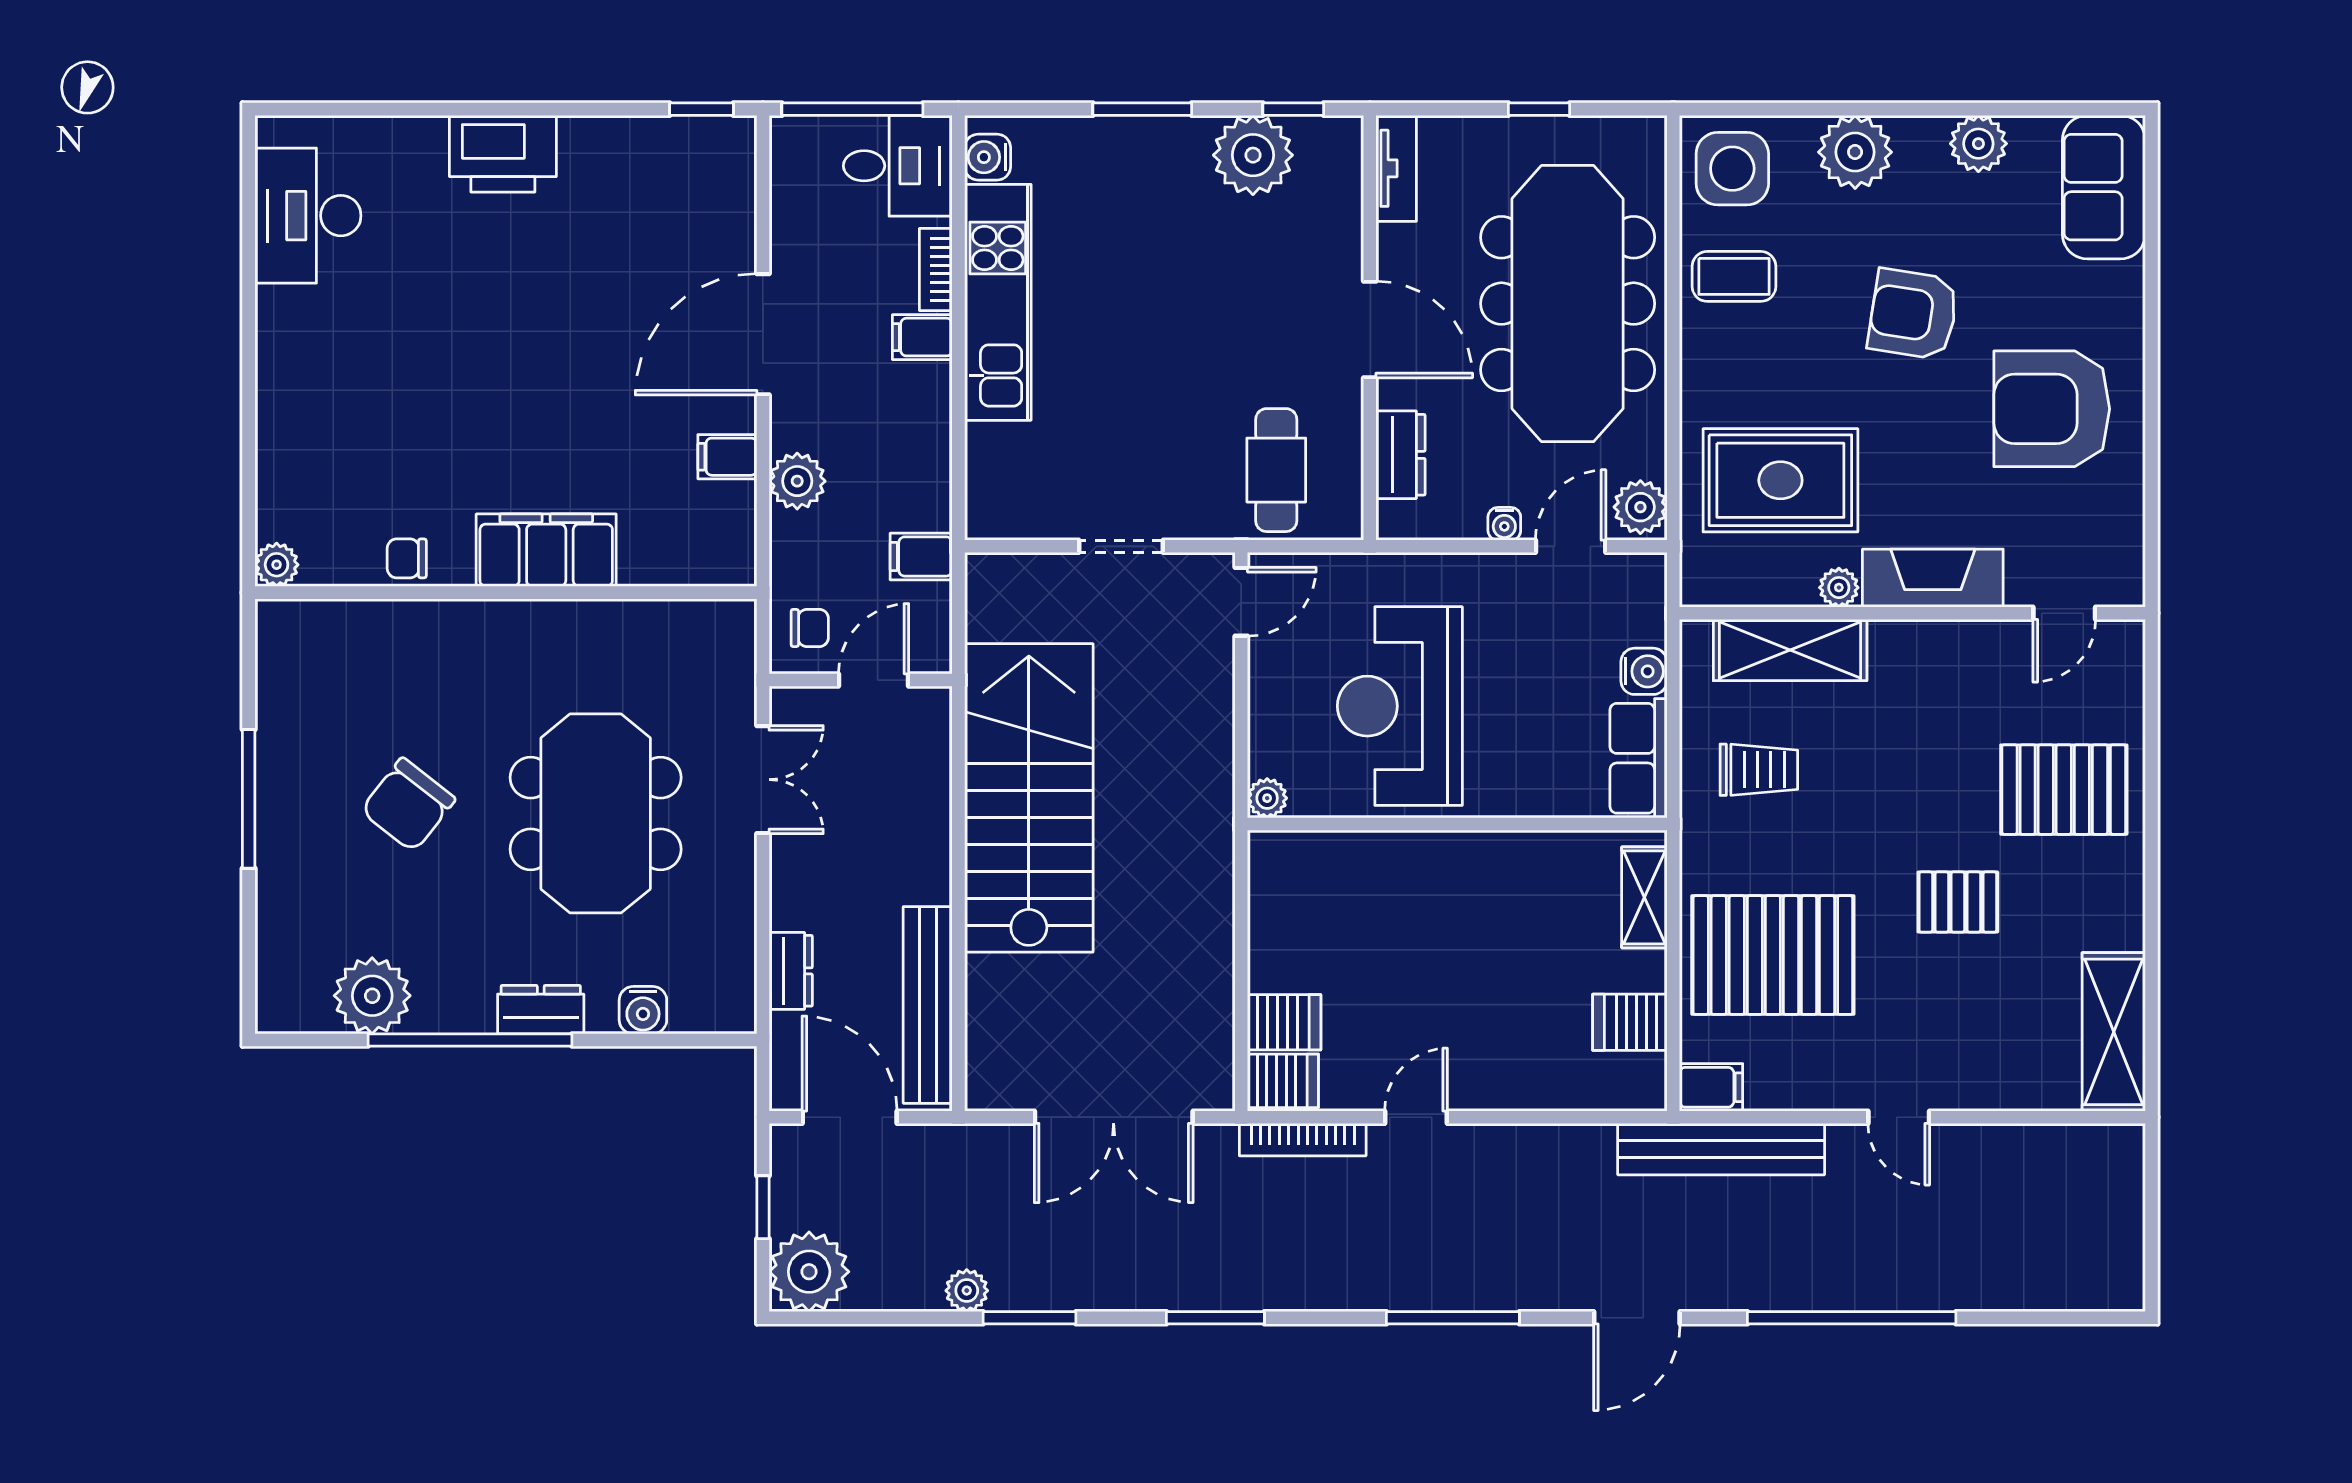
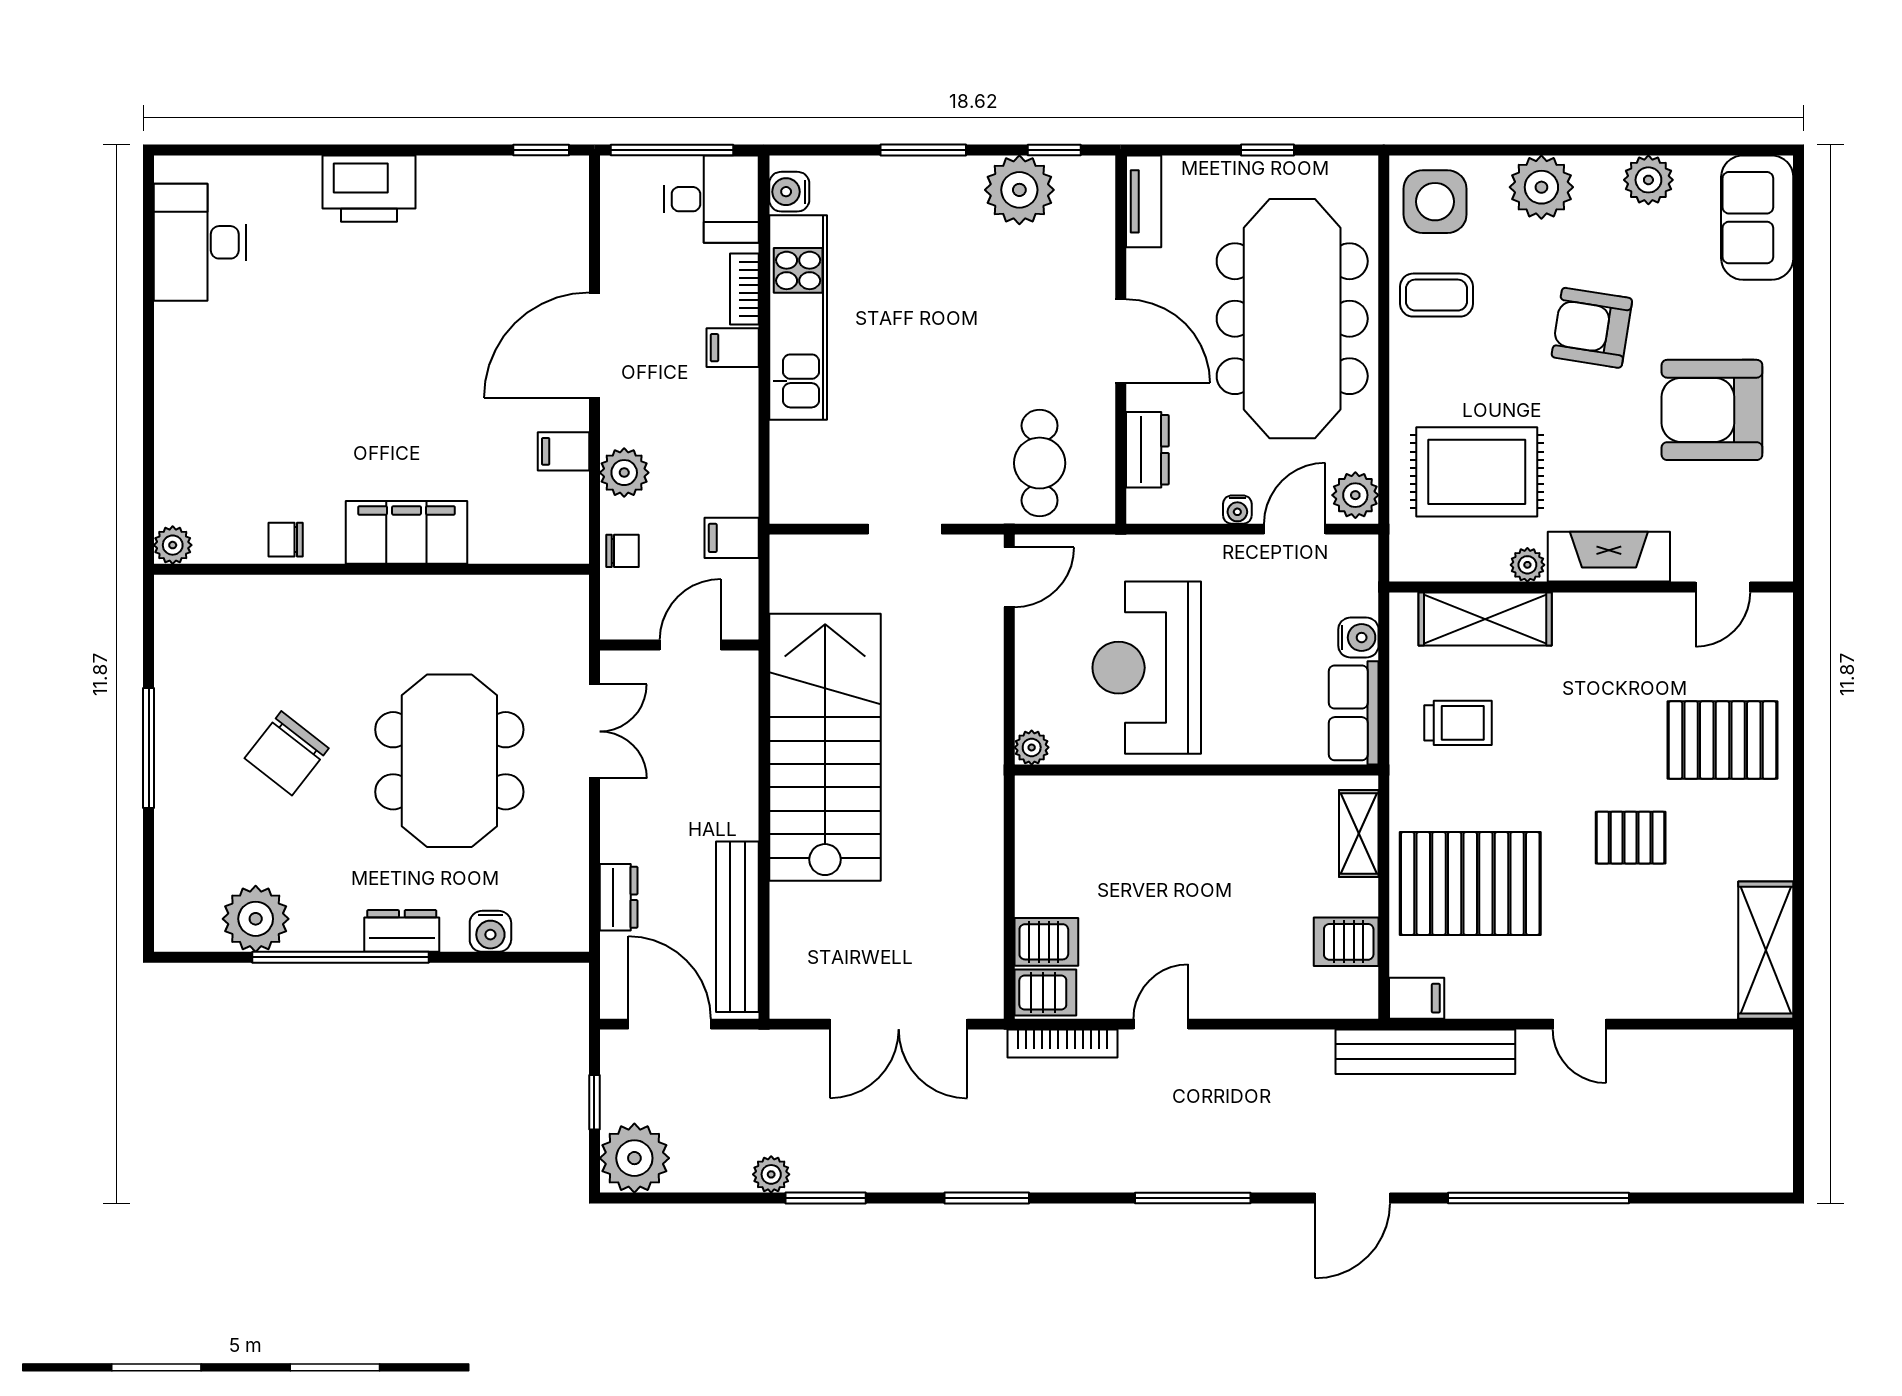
chair: (810, 628) -> (623, 551), moved

